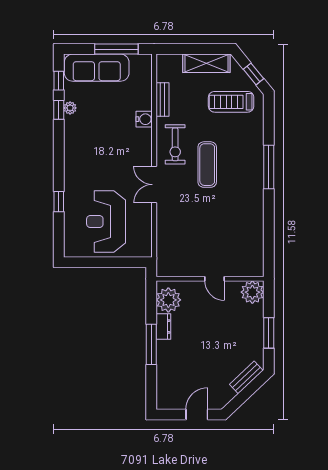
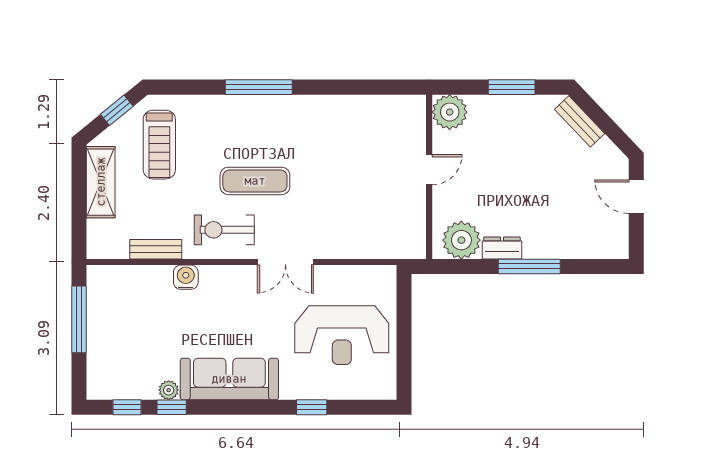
sofa: (97, 68) -> (229, 379), moved, turned -90
exercise bike: (175, 144) -> (224, 230), turned 180

